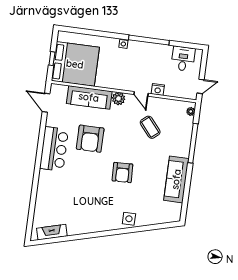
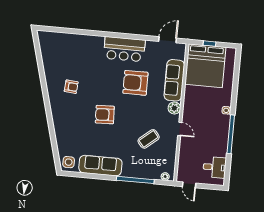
nightstand: (158, 90) -> (184, 145), removed
door: (141, 94) -> (180, 129), swing flipped
armchair: (91, 207) -> (71, 87), added
side table: (129, 219) -> (69, 162), moved
fireplace: (52, 232) -> (46, 50), removed

